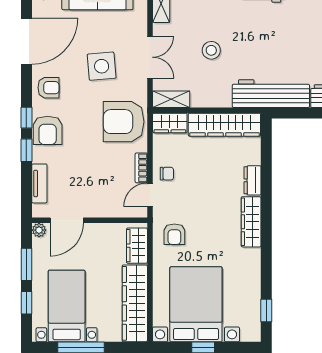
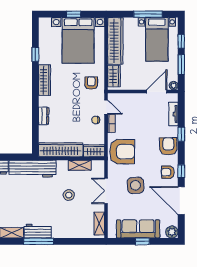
door: (26, 41) -> (181, 201), hinge flipped
shelving: (171, 99) -> (80, 165), moved
window: (26, 118) -> (181, 171), moved
door: (150, 195) -> (106, 107), hinge flipped
wardrobe: (251, 222) -> (45, 80), moved
window: (266, 310) -> (35, 54), moved

